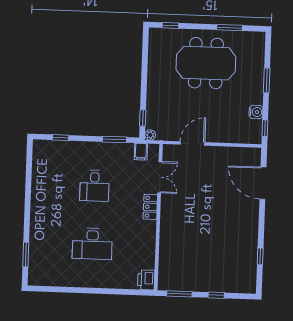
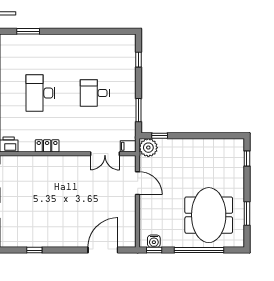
meeting table: (206, 63) -> (209, 215), moved
window: (267, 80) -> (199, 250), width x2.11
water cooler: (256, 112) -> (154, 241), moved
plant: (150, 135) -> (148, 148), width x1.88, depth x1.88
filing cabinet: (141, 152) -> (128, 146), moved
locker: (150, 207) -> (47, 146), moved

